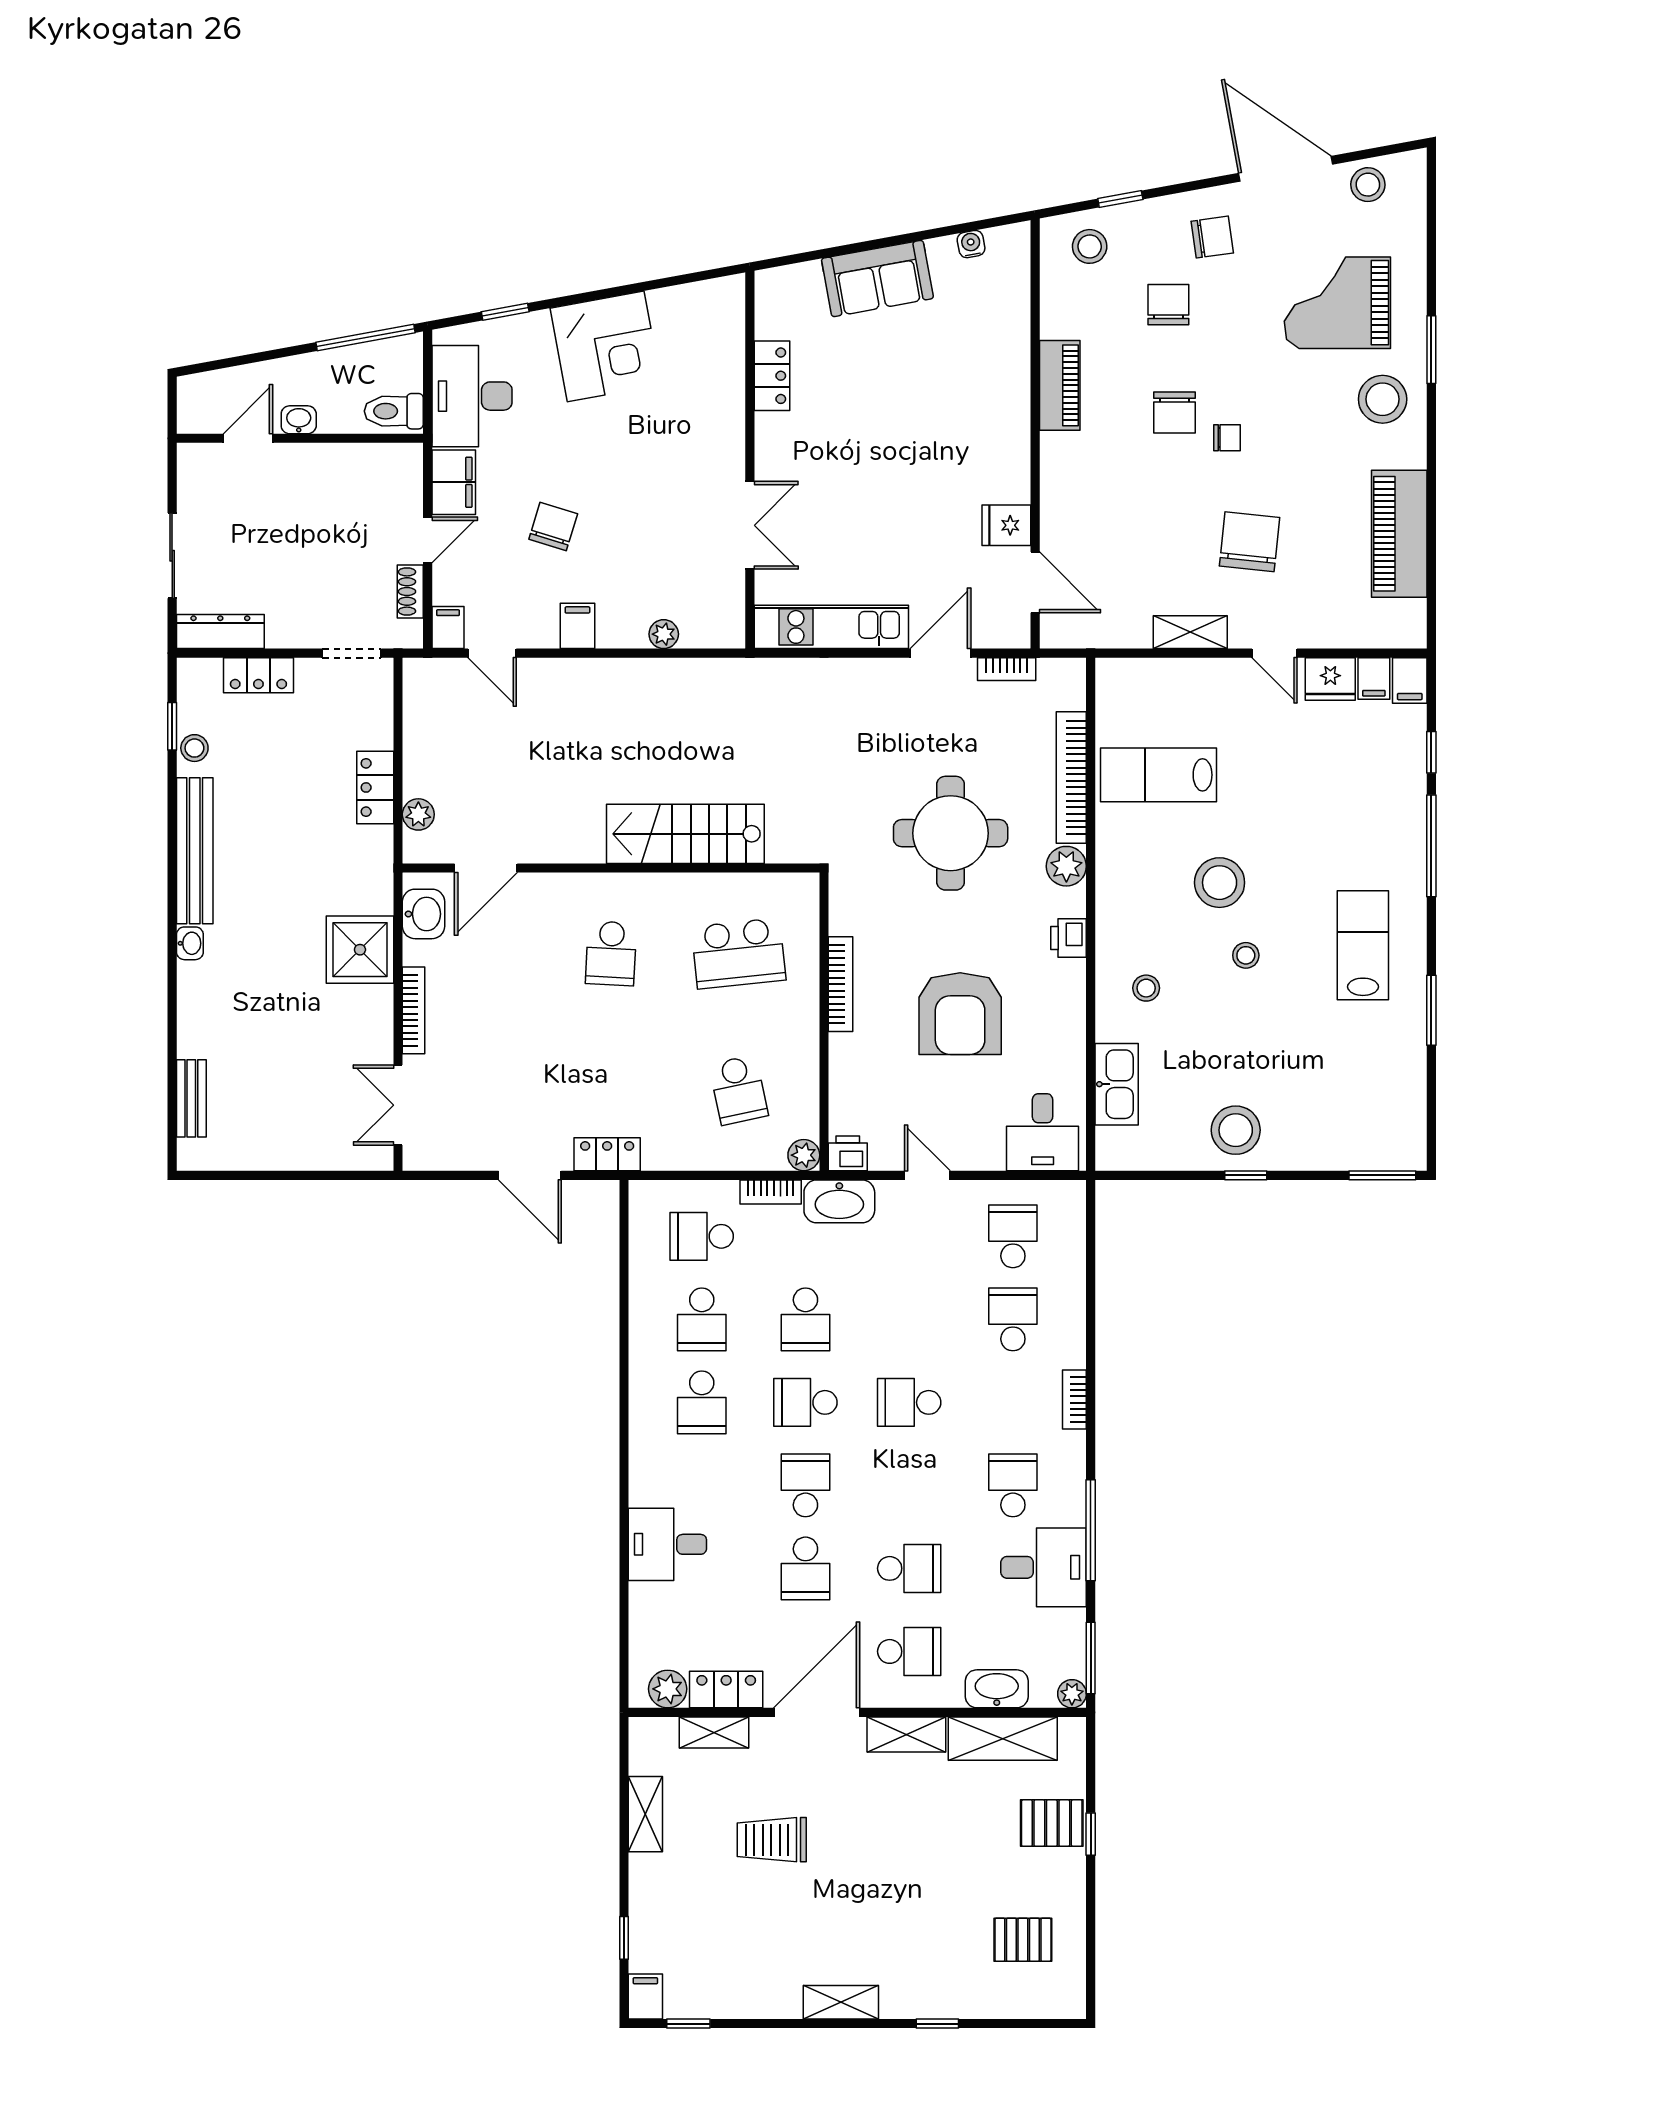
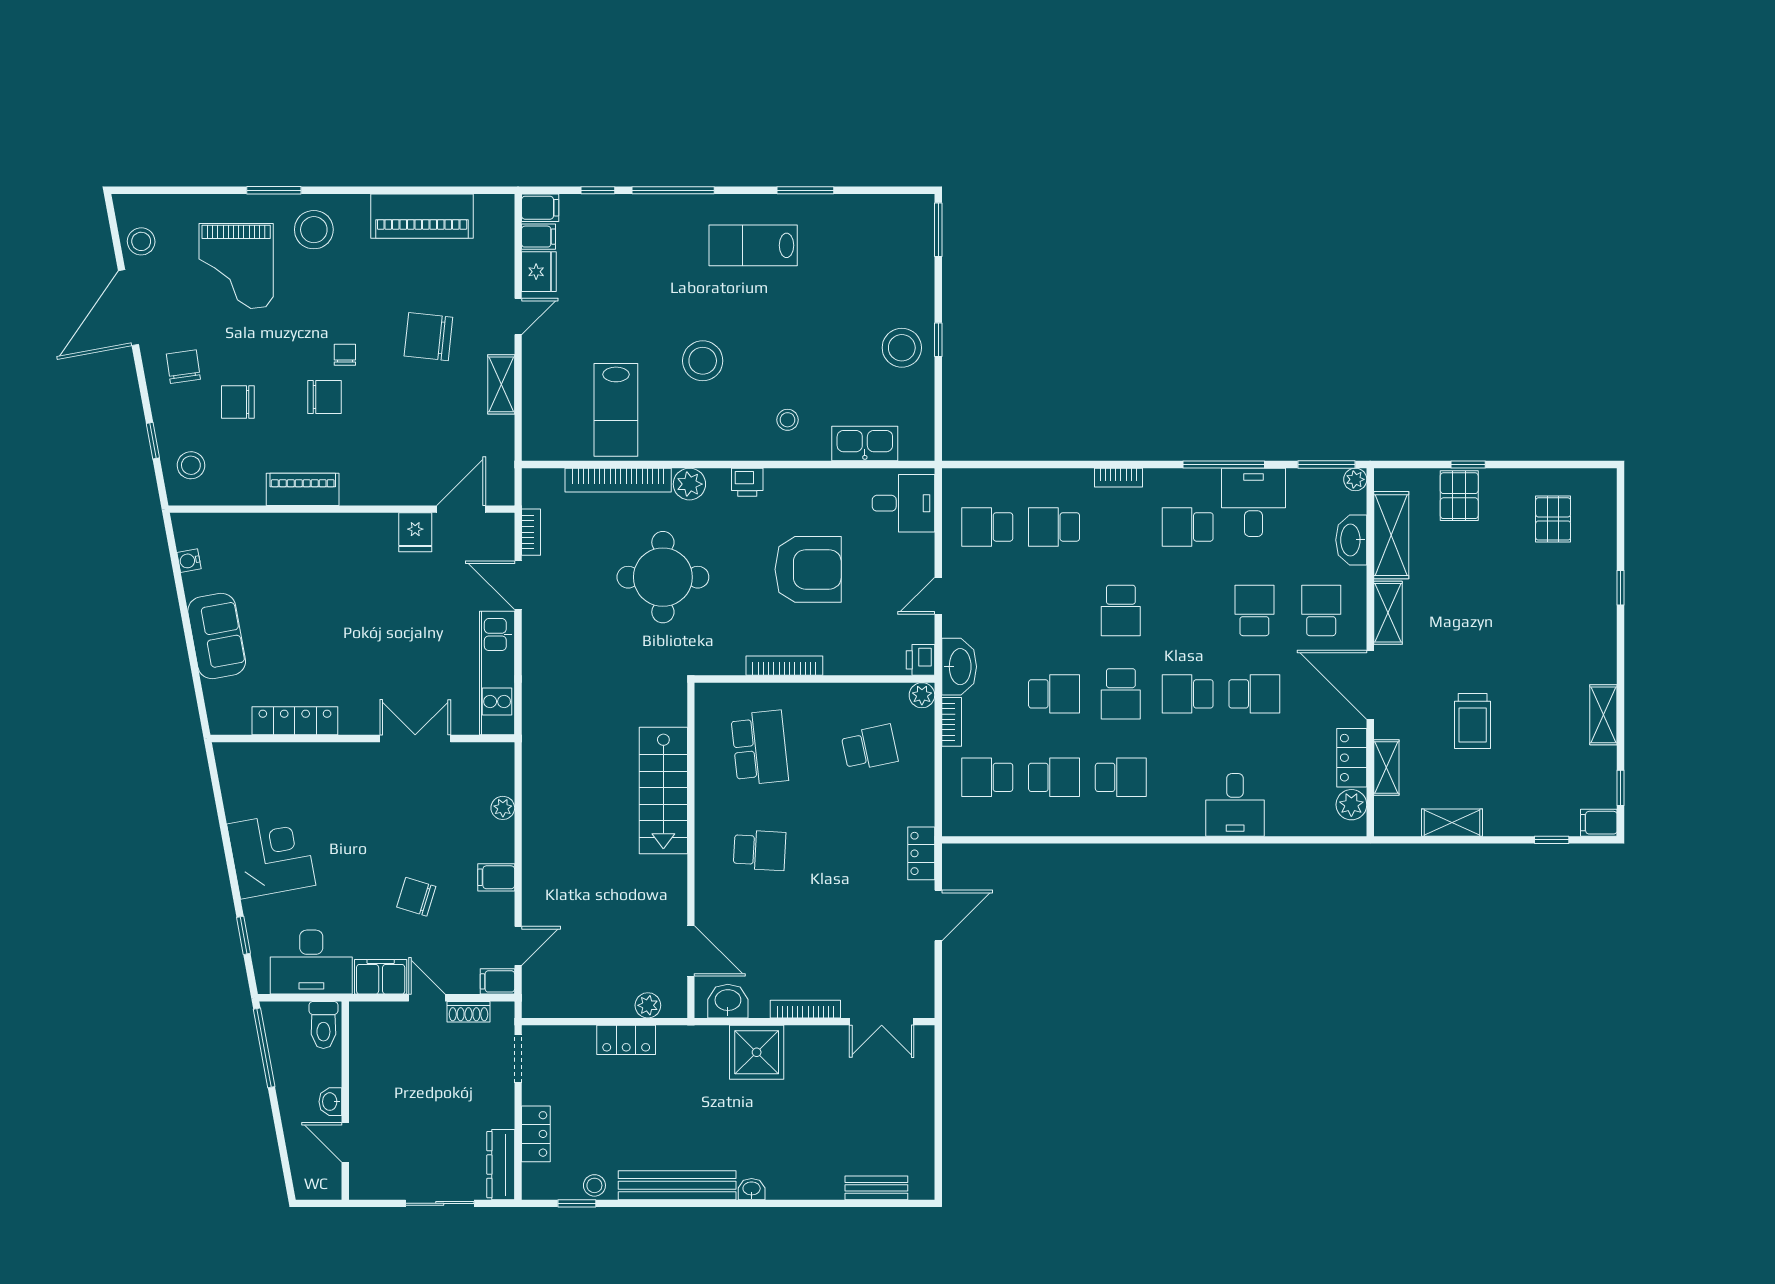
locker: (772, 376) -> (295, 721), width x1.53
stool: (1246, 955) -> (761, 340), removed
school desk: (702, 1236) -> (987, 777), turned 90
shelving: (841, 2002) -> (1603, 715), moved

